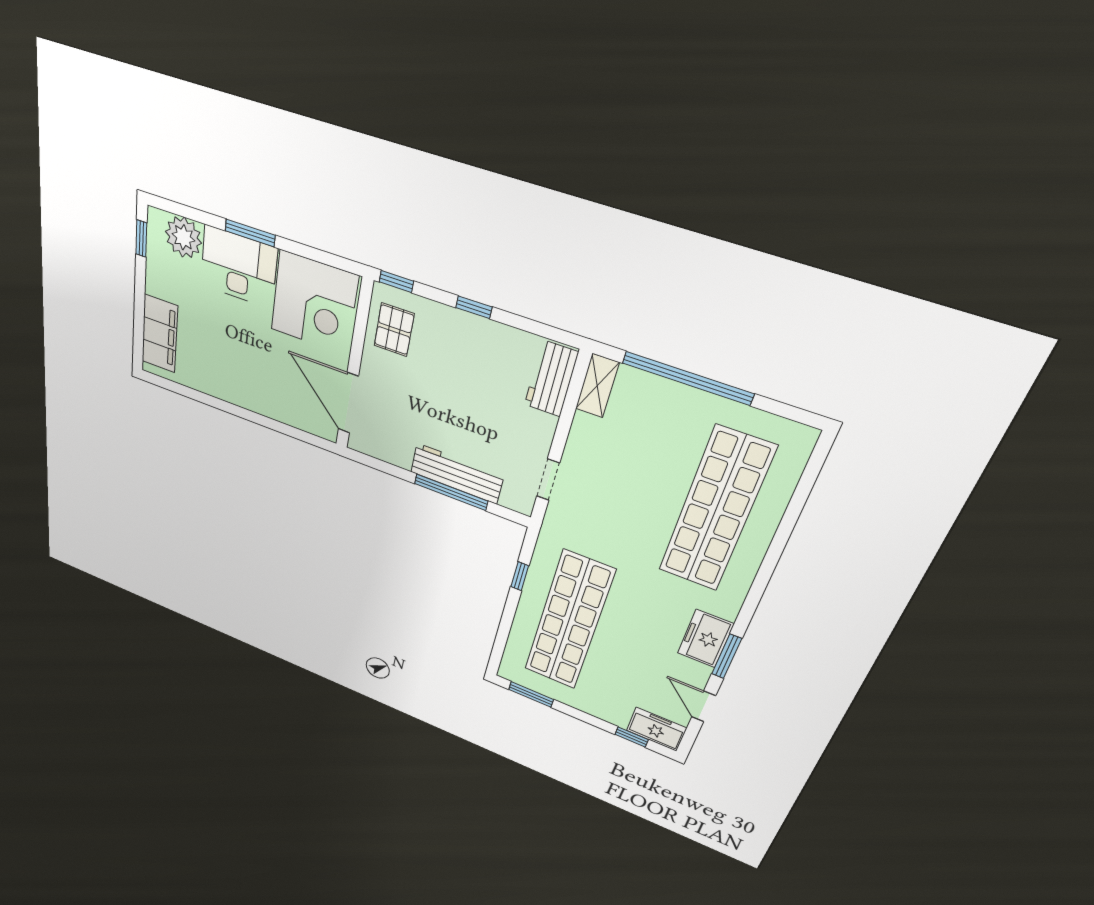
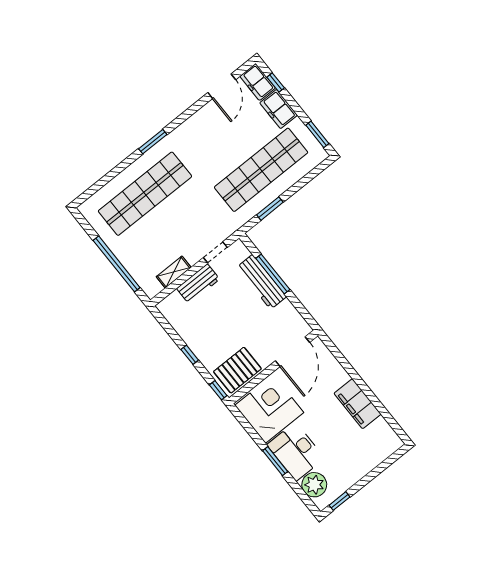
pallet: (394, 330) -> (237, 370), width x1.50, depth x1.42
filing cabinet: (160, 334) -> (357, 404), moved, turned -90
workbench: (551, 379) -> (198, 284), moved
shelving: (597, 386) -> (174, 272), moved
window: (520, 576) -> (270, 209), width x1.50
freezer: (705, 639) -> (279, 109), moved, turned 90
window: (727, 656) -> (153, 142), moved
door: (704, 706) -> (222, 86), width x1.38

